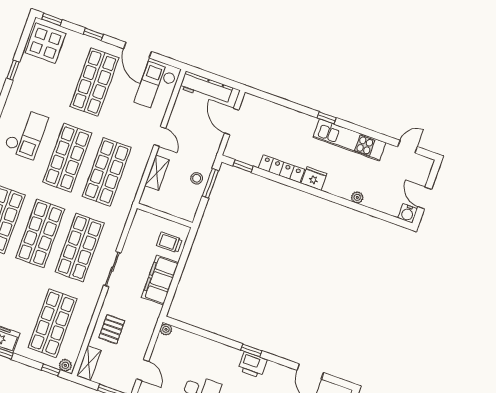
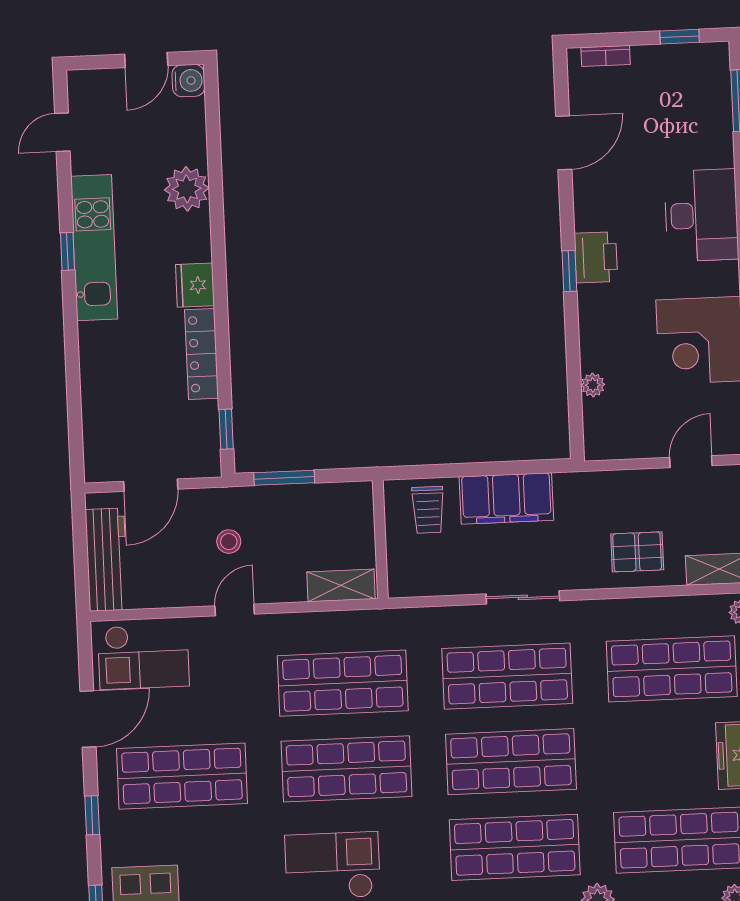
window: (327, 118) -> (68, 251), moved
door: (408, 147) -> (62, 132), hinge flipped
shelving: (157, 173) -> (341, 585), moved
stool: (197, 178) -> (229, 542), moved
plant: (357, 197) -> (187, 189), width x1.87, depth x1.87
plant: (166, 329) -> (593, 385), moved

